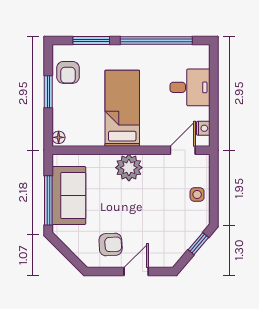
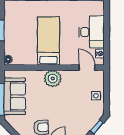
armchair: (68, 72) -> (14, 18), removed
desk: (190, 87) -> (92, 32), width x1.37
door: (183, 150) -> (87, 68), hinge flipped

